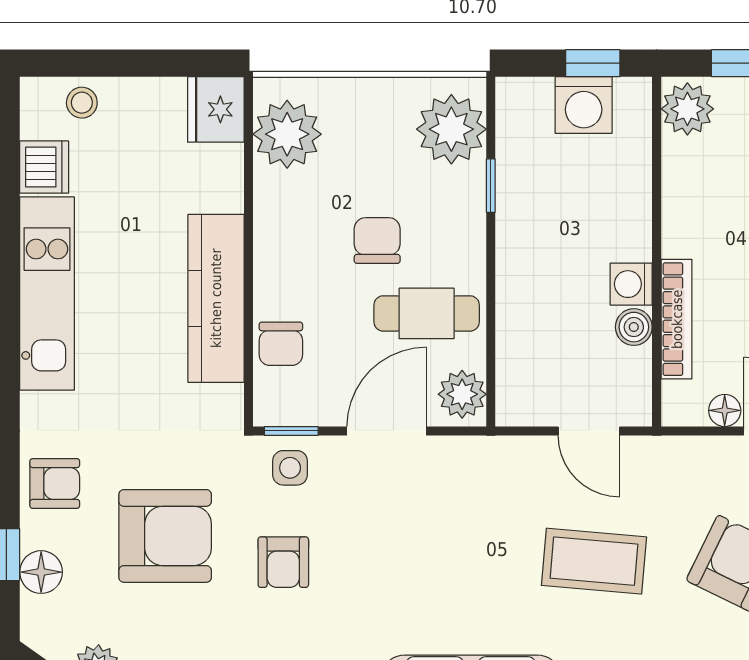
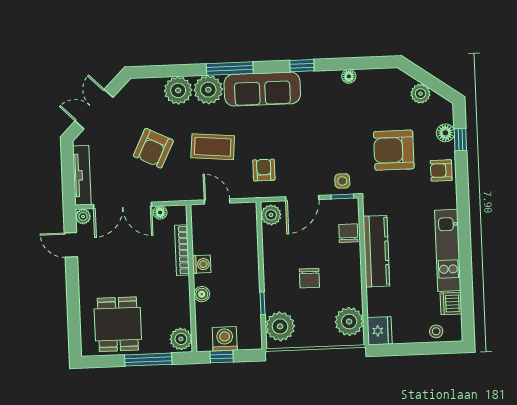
cafe table: (427, 313) -> (287, 248), removed
boiler: (634, 327) -> (202, 294), moved
armchair: (283, 562) -> (264, 170), moved

